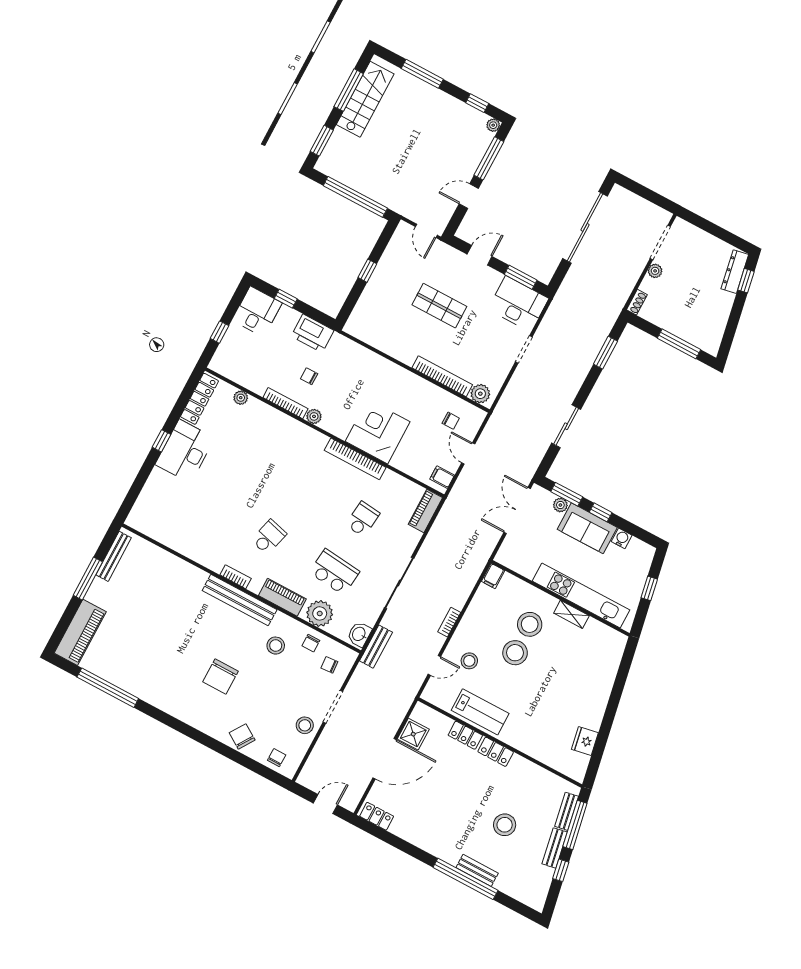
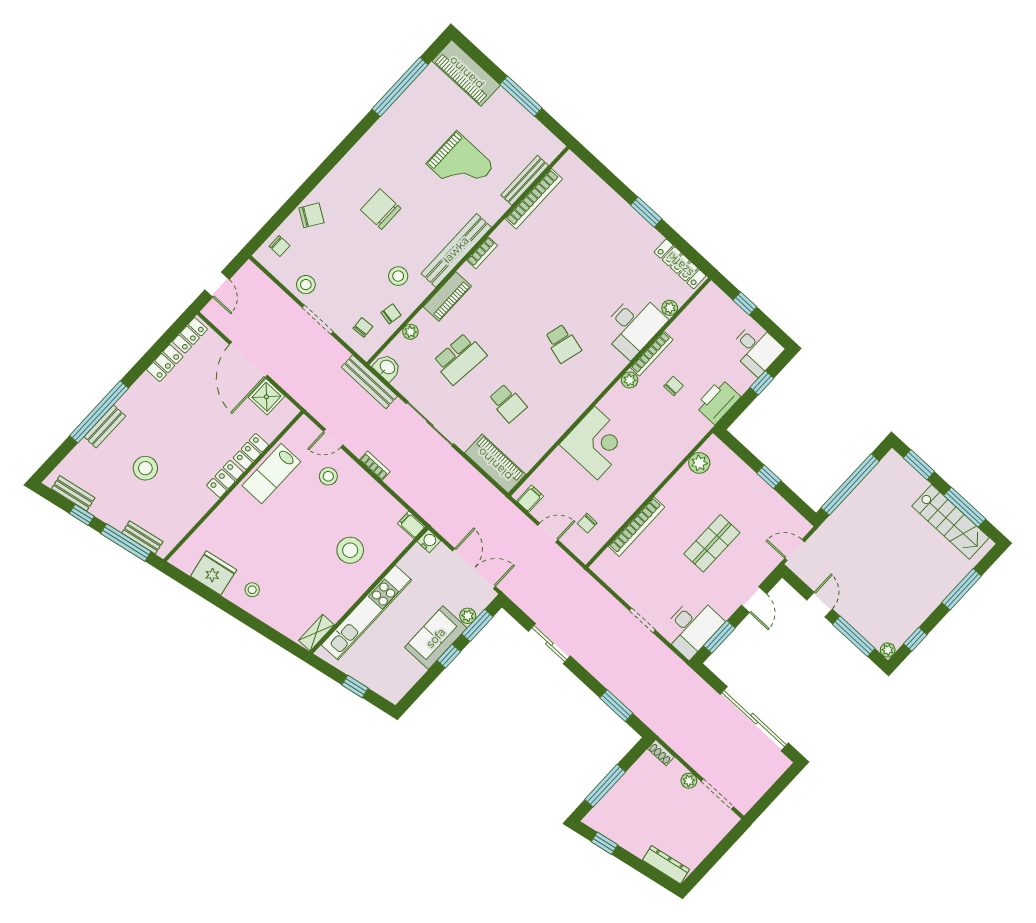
window: (746, 281) -> (604, 843), moved
plant: (480, 394) -> (699, 463), moved
window: (161, 441) -> (646, 212), width x1.50
desk: (185, 451) -> (633, 325), moved, turned 90
bookcase: (355, 459) -> (534, 199), moved, turned 180
piano: (425, 511) -> (495, 464), width x1.37, depth x1.33
school desk: (269, 537) -> (563, 343), moved
water cooler: (622, 538) -> (429, 541), moved, turned -90
bench: (114, 556) -> (525, 180), moved, turned 90
plant: (320, 613) -> (410, 332), width x0.53, depth x0.53
shelving: (571, 614) -> (316, 633), moved
grand piano: (163, 616) -> (460, 165), added
chair: (311, 643) -> (391, 314), turned 101
bench: (376, 647) -> (369, 382), width x1.36
stool: (515, 653) -> (252, 590), moved, width x0.53, depth x0.53
door: (434, 665) -> (333, 438), hinge flipped
fridge: (585, 741) -> (214, 573), width x1.36, depth x1.34
locker: (407, 832) -> (165, 363), added
bench: (555, 848) -> (73, 493), moved

